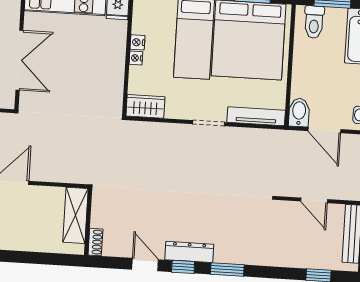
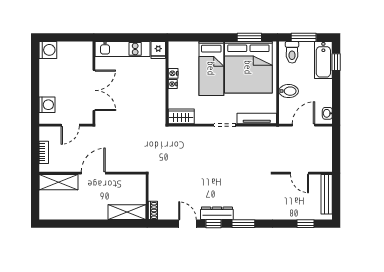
bidet: (299, 112) -> (289, 91), moved, turned 90
door: (324, 130) -> (303, 125), swing flipped
shelving: (75, 215) -> (127, 212), moved, turned 90

